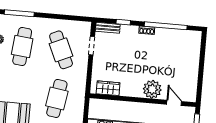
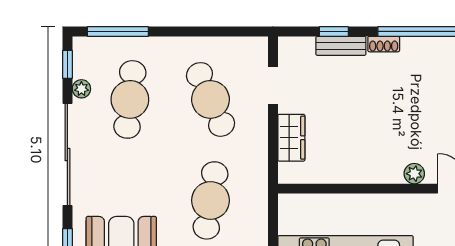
bench: (108, 28) -> (341, 46), moved
wardrobe: (108, 88) -> (291, 138), moved, turned 90
plant: (152, 89) -> (414, 174), width x0.53, depth x0.53

